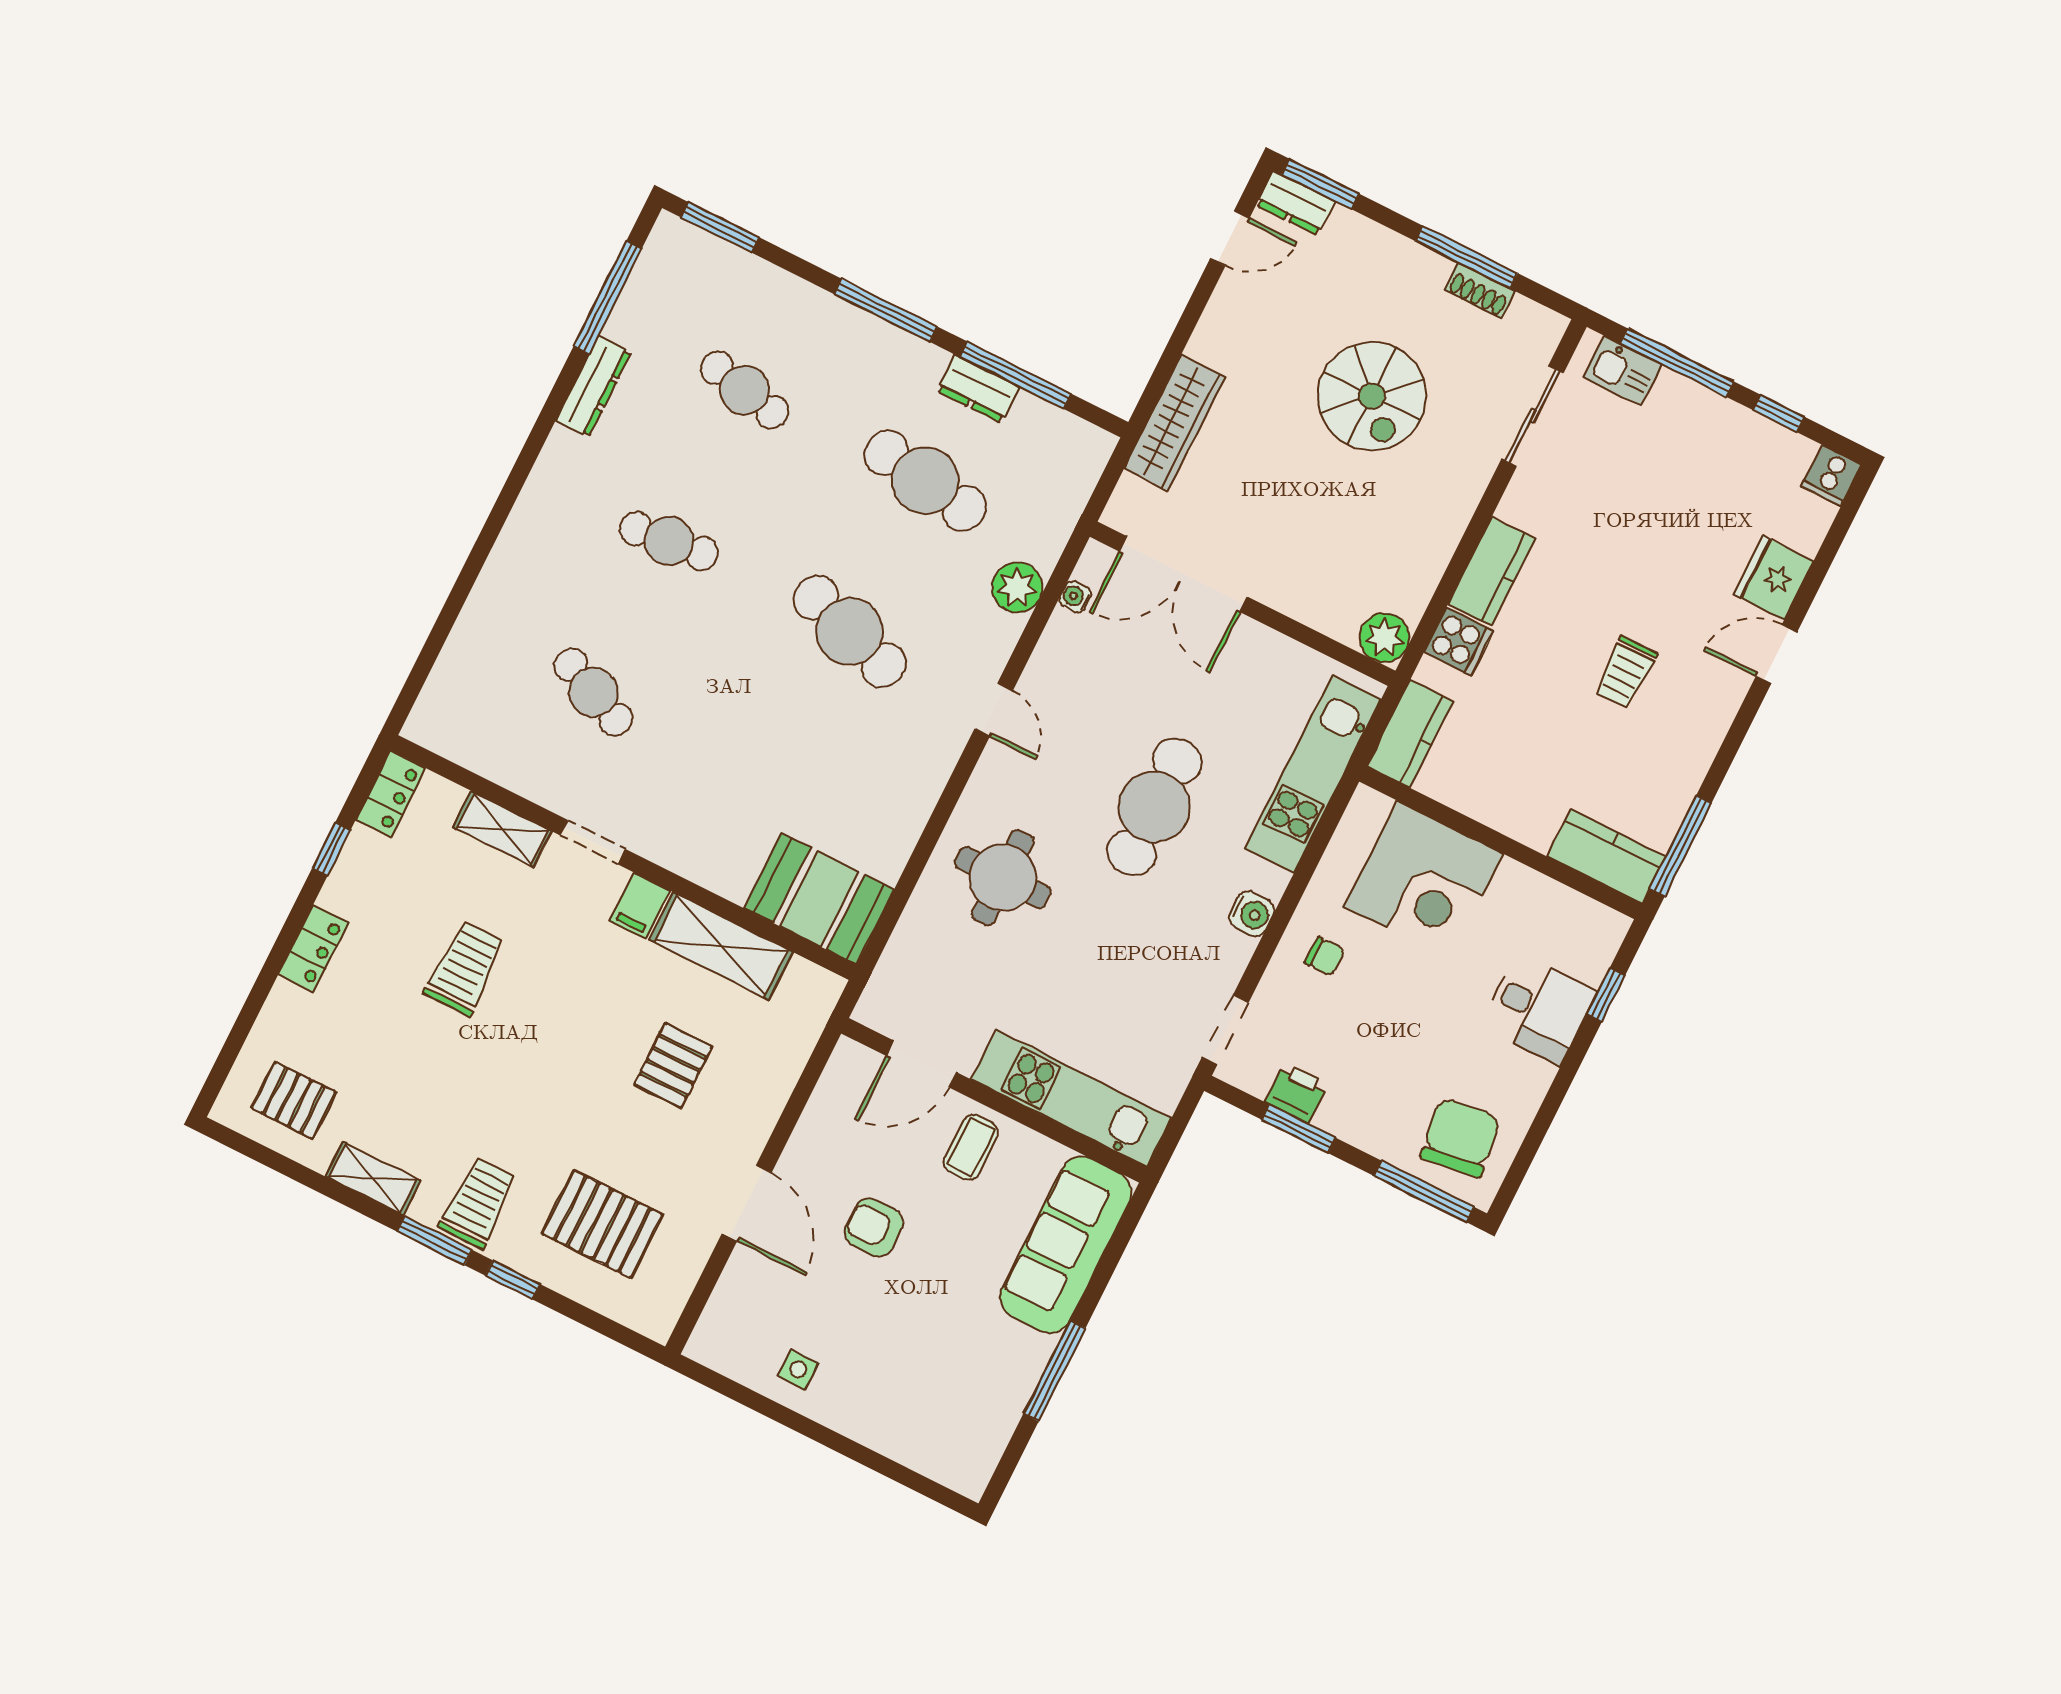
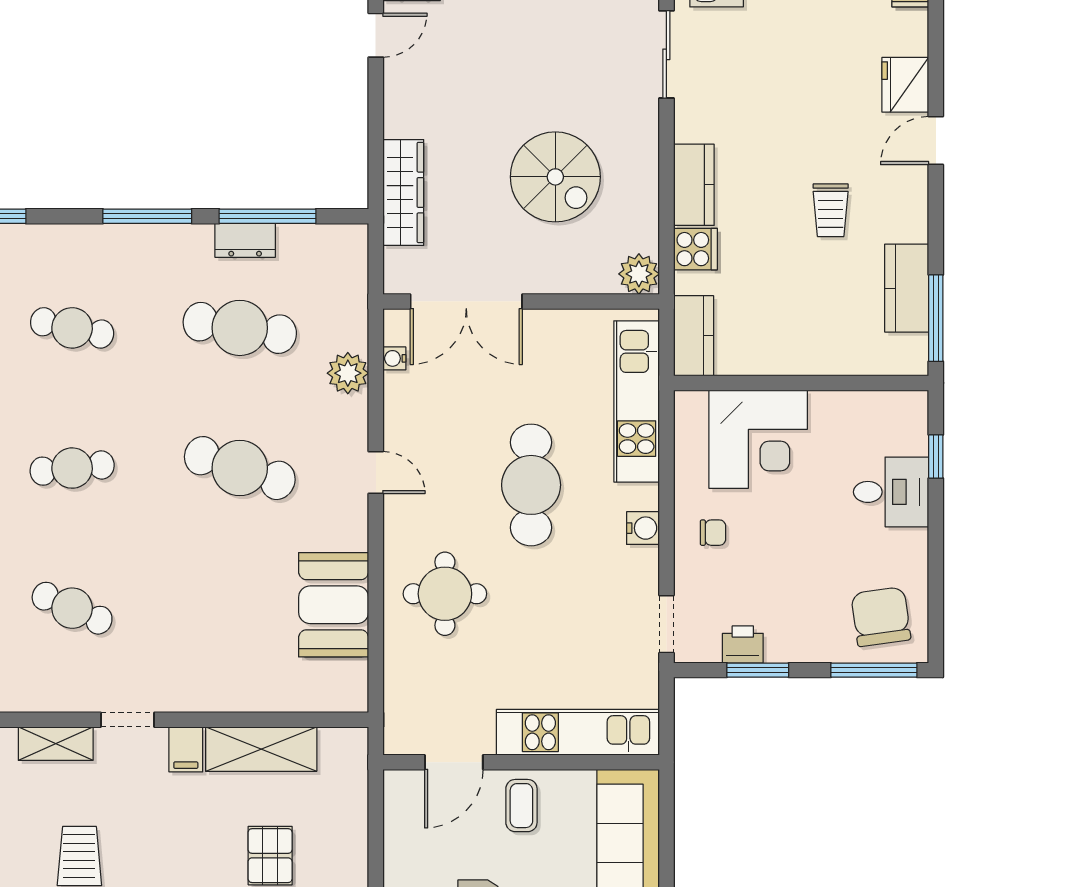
spiral stairs: (1372, 396) -> (555, 177), moved
kitchen counter: (1606, 857) -> (907, 288), moved, turned -90
booth: (819, 899) -> (334, 605), moved, turned 90

